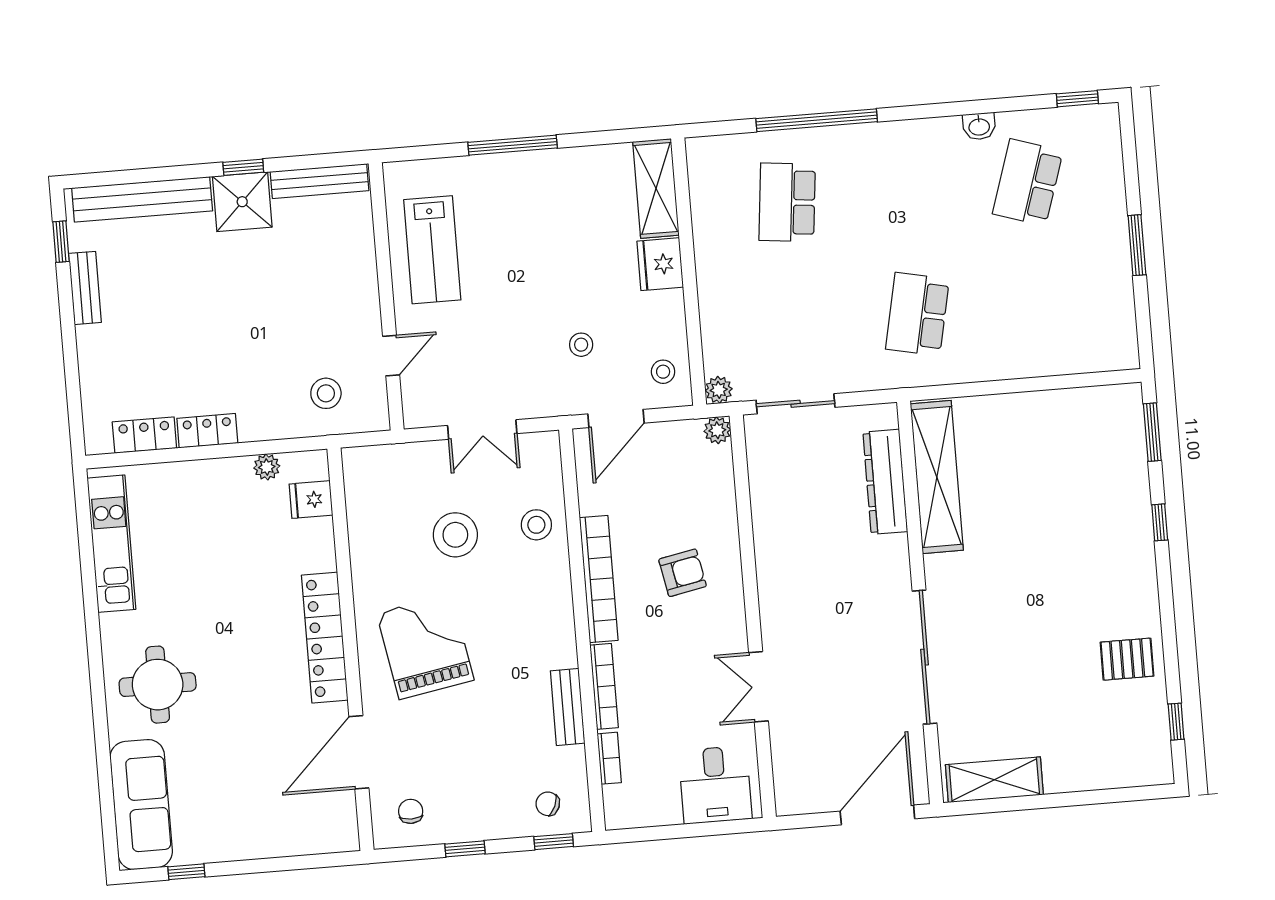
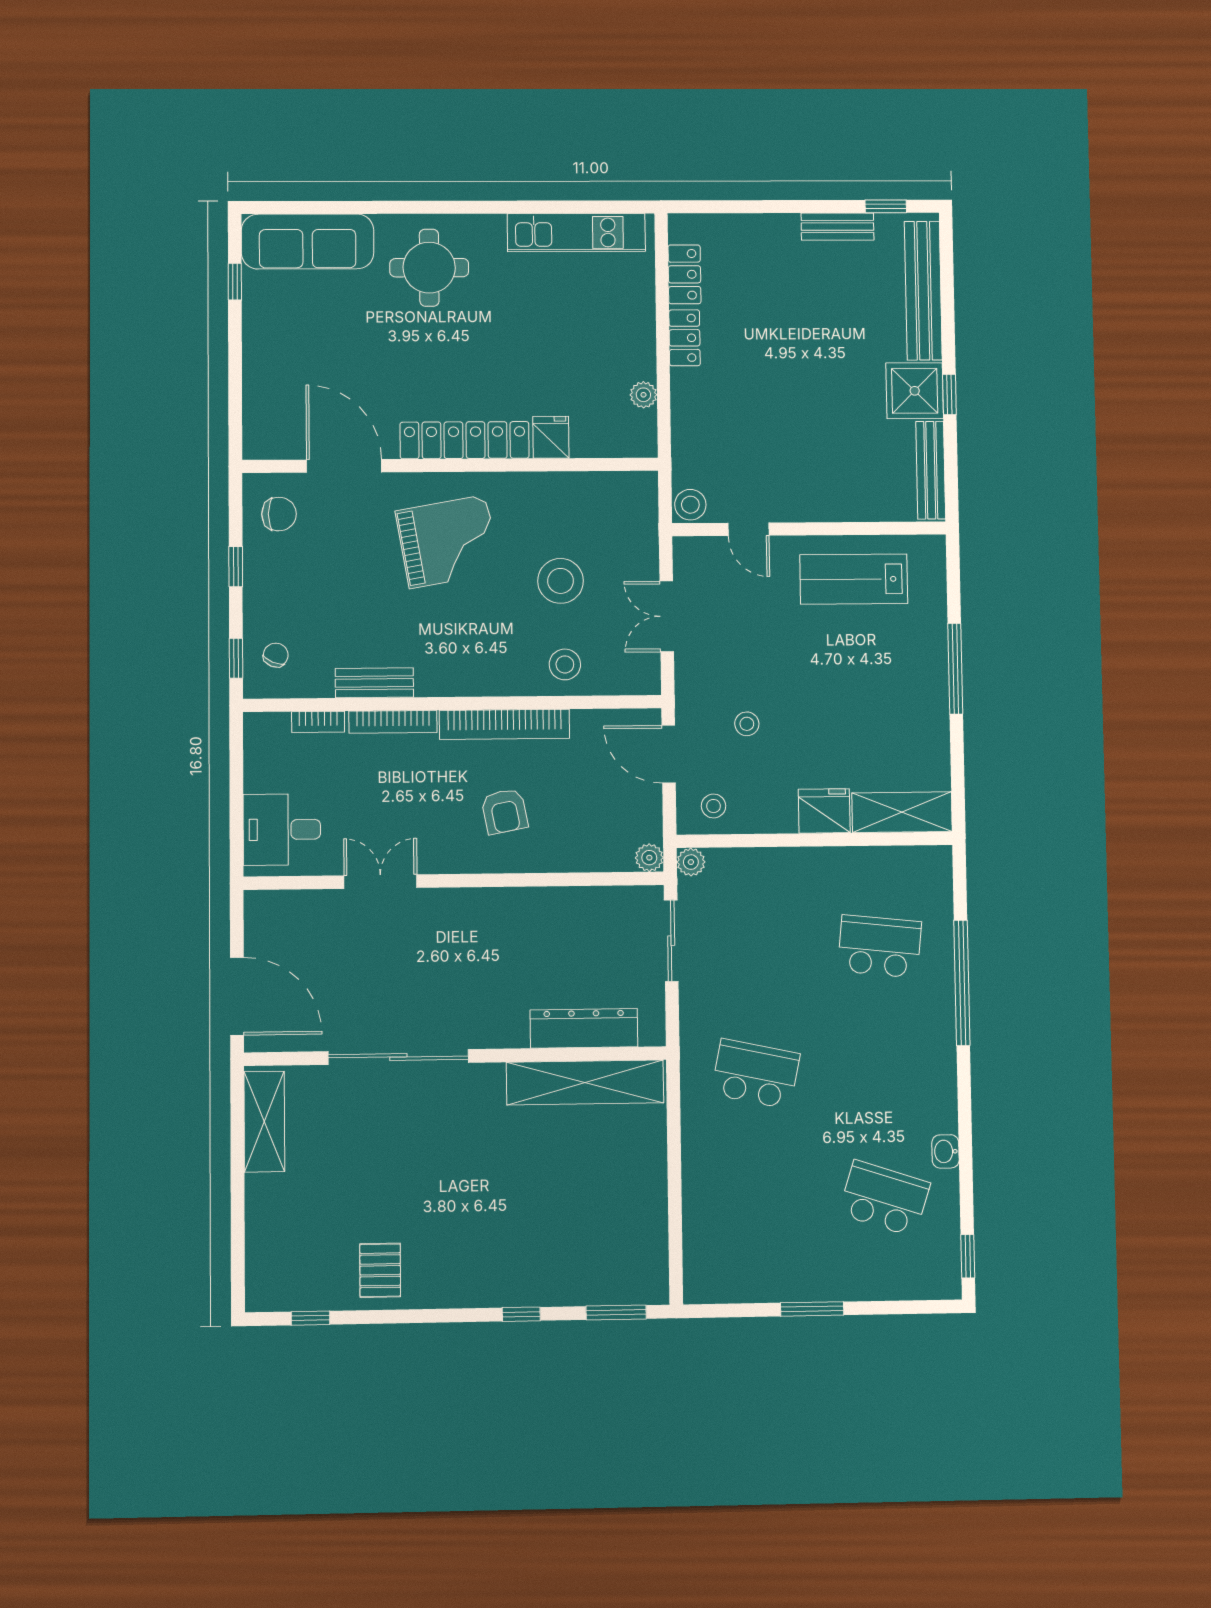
stool: (326, 393) -> (690, 505), moved
fridge: (311, 500) -> (551, 437), moved
chair: (411, 811) -> (279, 514), width x1.37, depth x1.37

